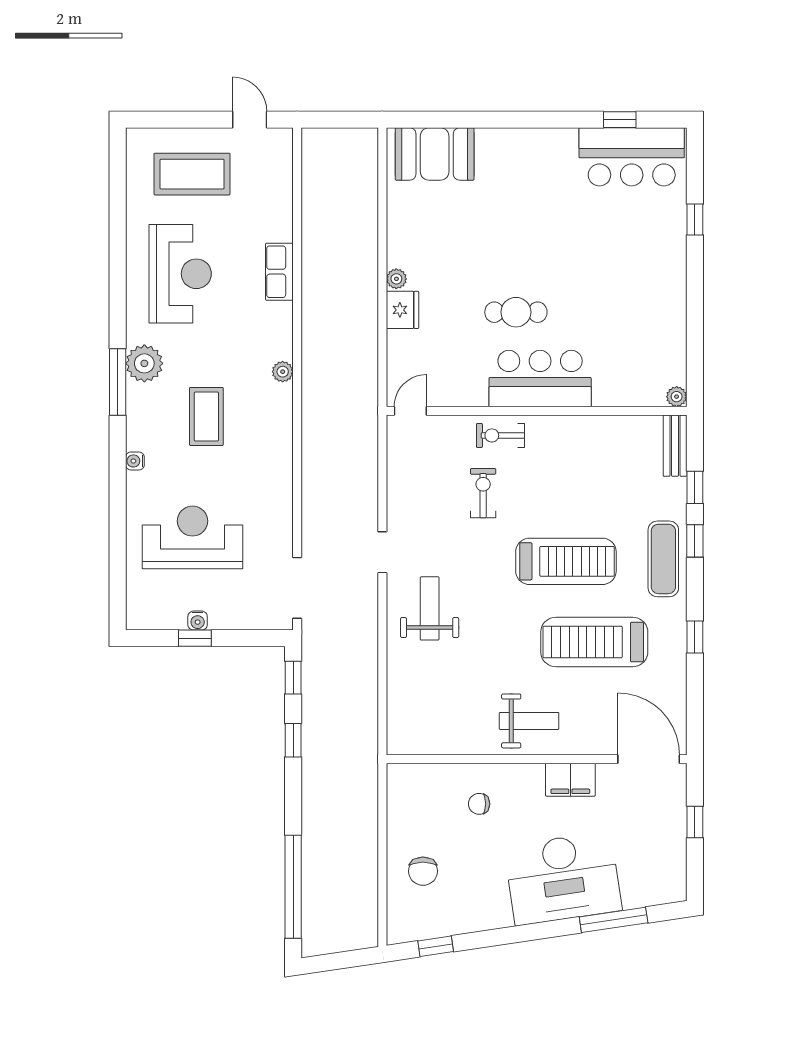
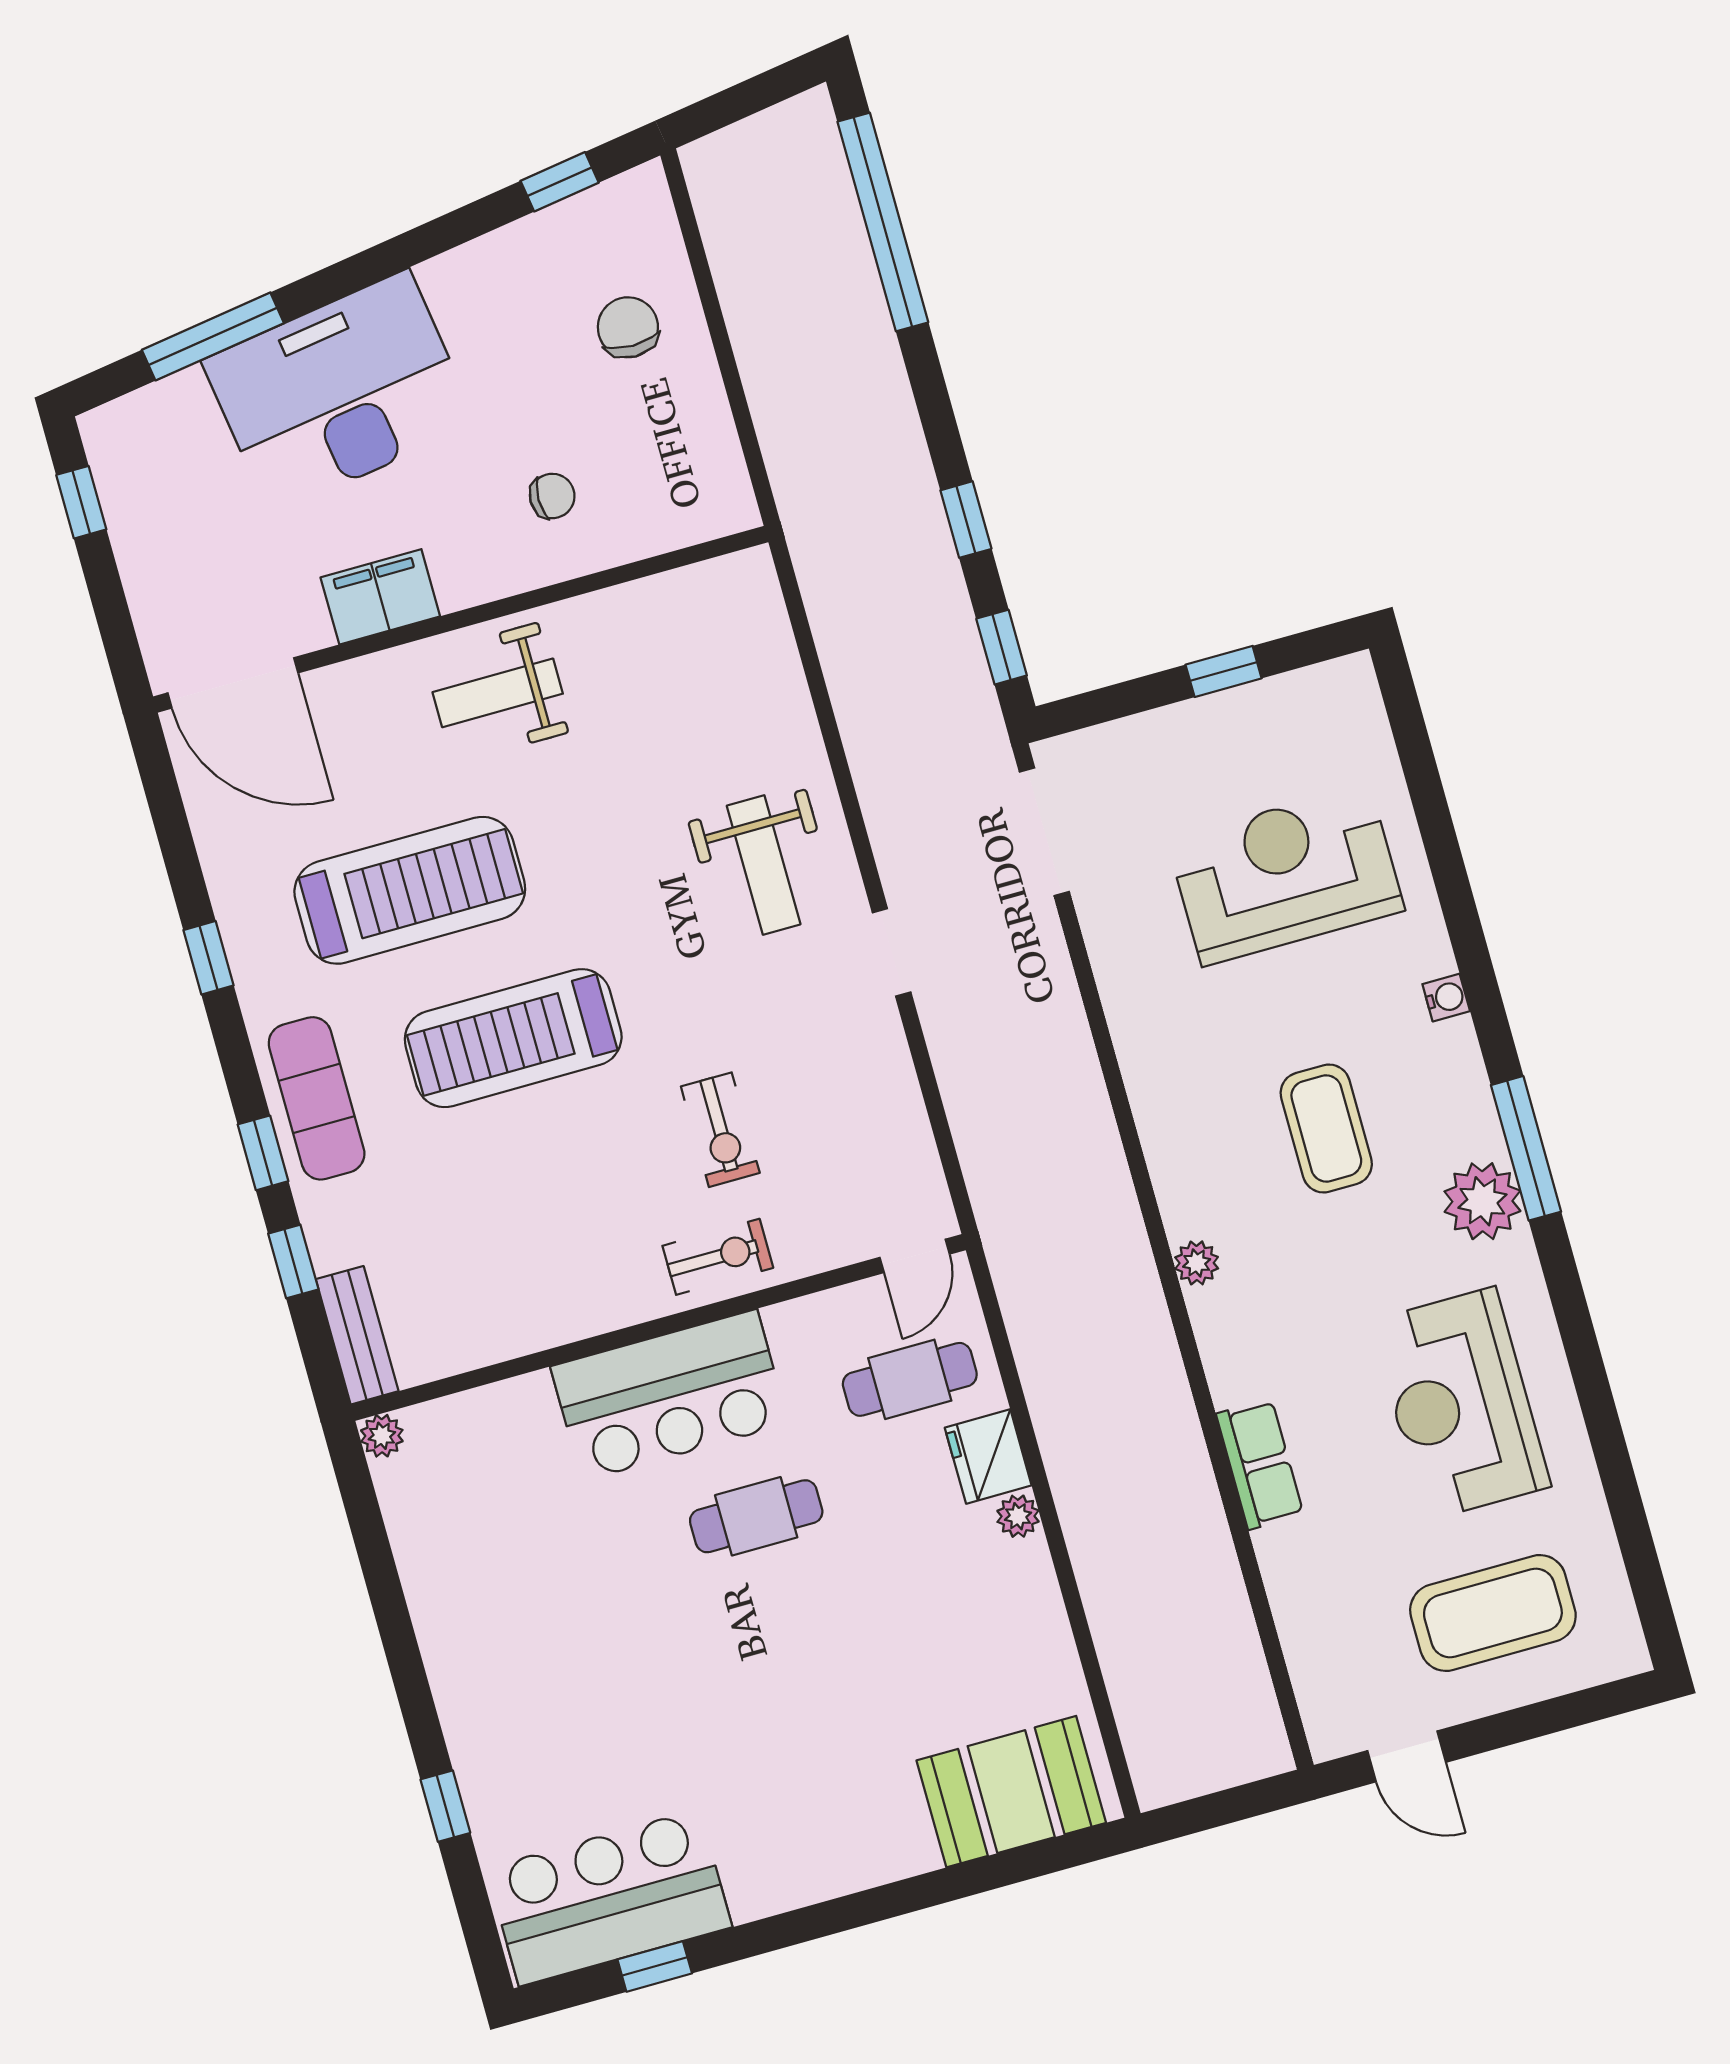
cafe table: (428, 355) -> (910, 1379), added
reception desk: (193, 537) -> (1286, 875), turned 180
water cooler: (198, 621) -> (1228, 709), removed
window: (695, 822) -> (81, 502), moved

